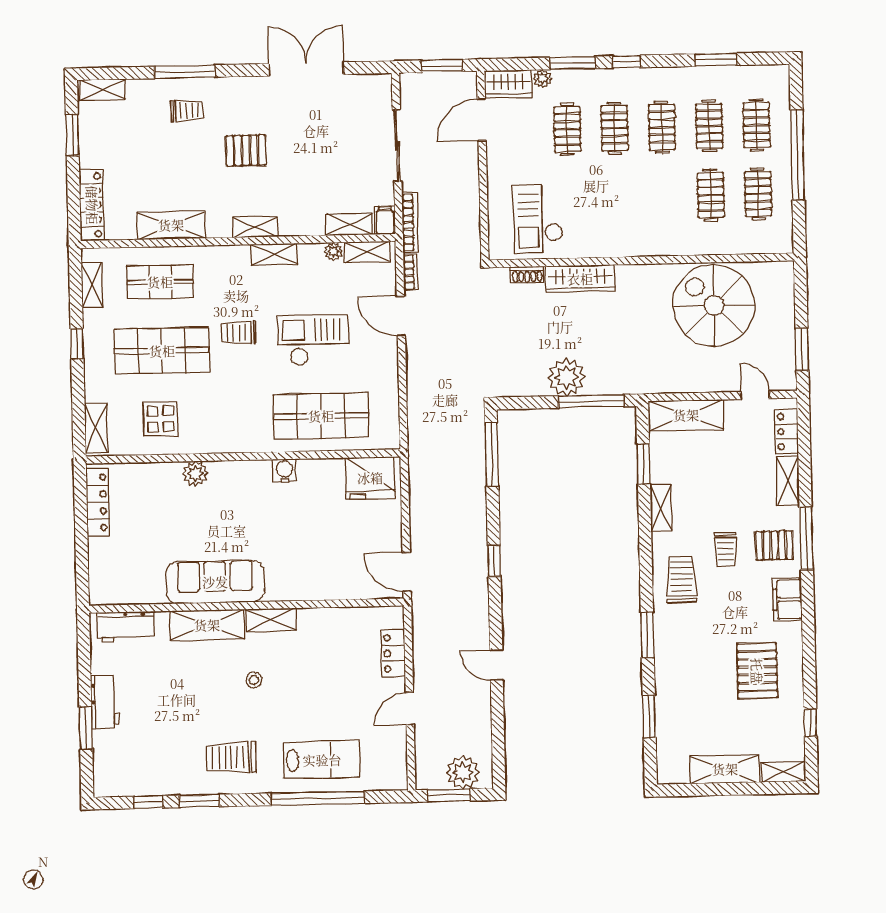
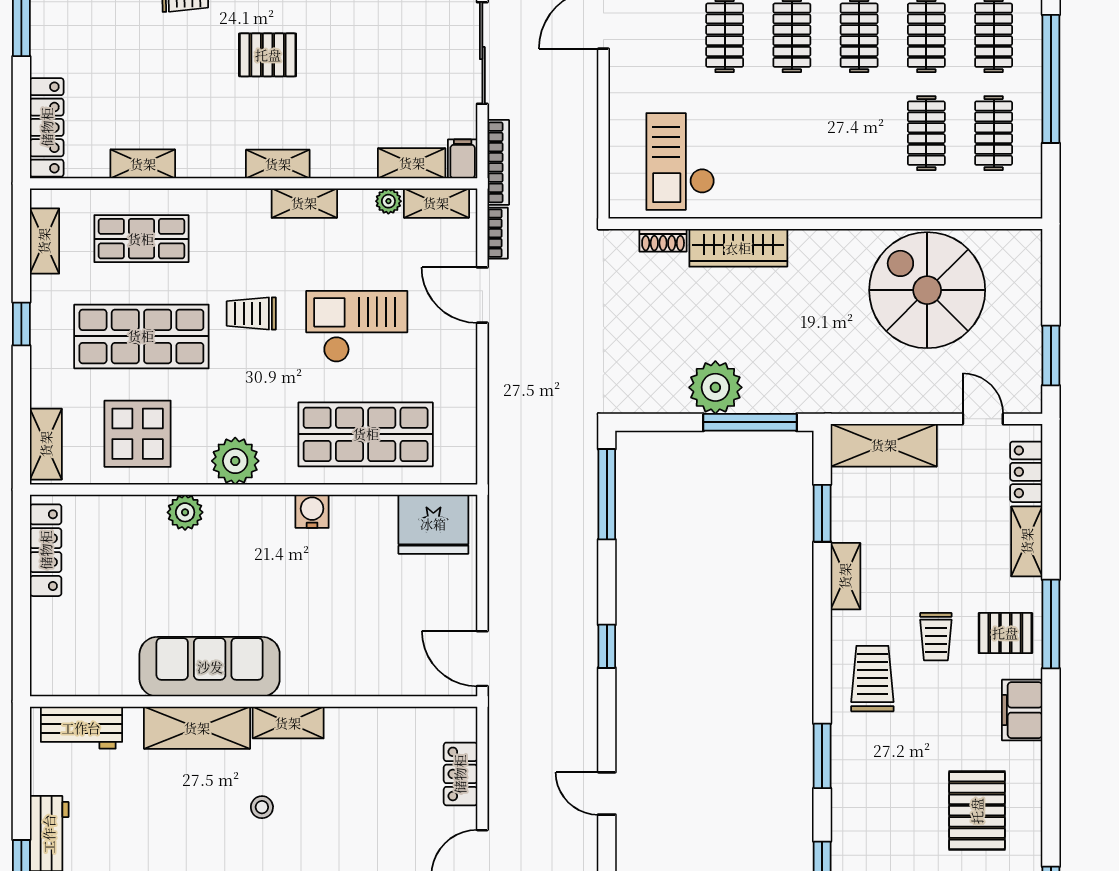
shelving: (171, 225) -> (143, 164), width x0.67, depth x0.75
display table: (161, 419) -> (138, 434), width x1.36, depth x1.36
plant: (230, 437) -> (235, 461), added

